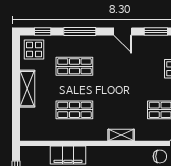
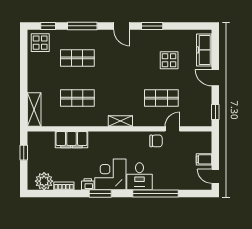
shelving: (27, 89) -> (34, 110), moved

